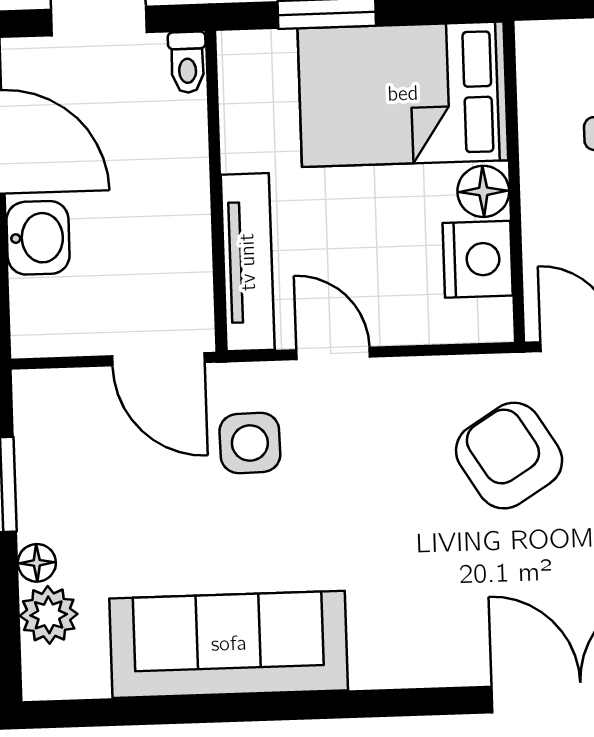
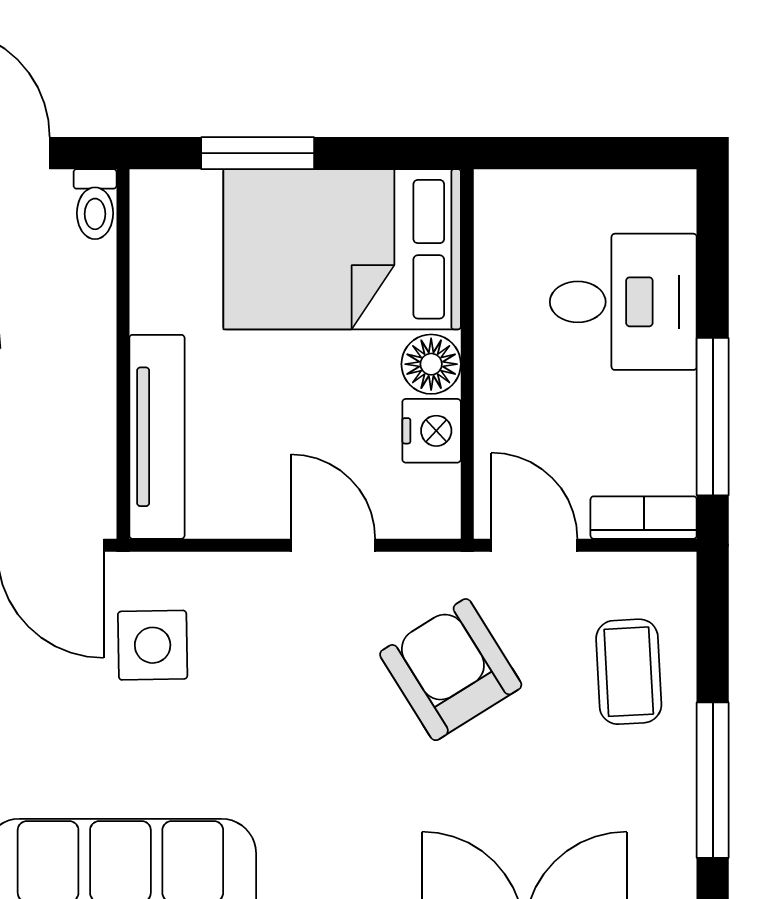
nightstand: (478, 259) -> (432, 431), width x0.74, depth x0.75
door: (333, 353) -> (333, 545), moved

